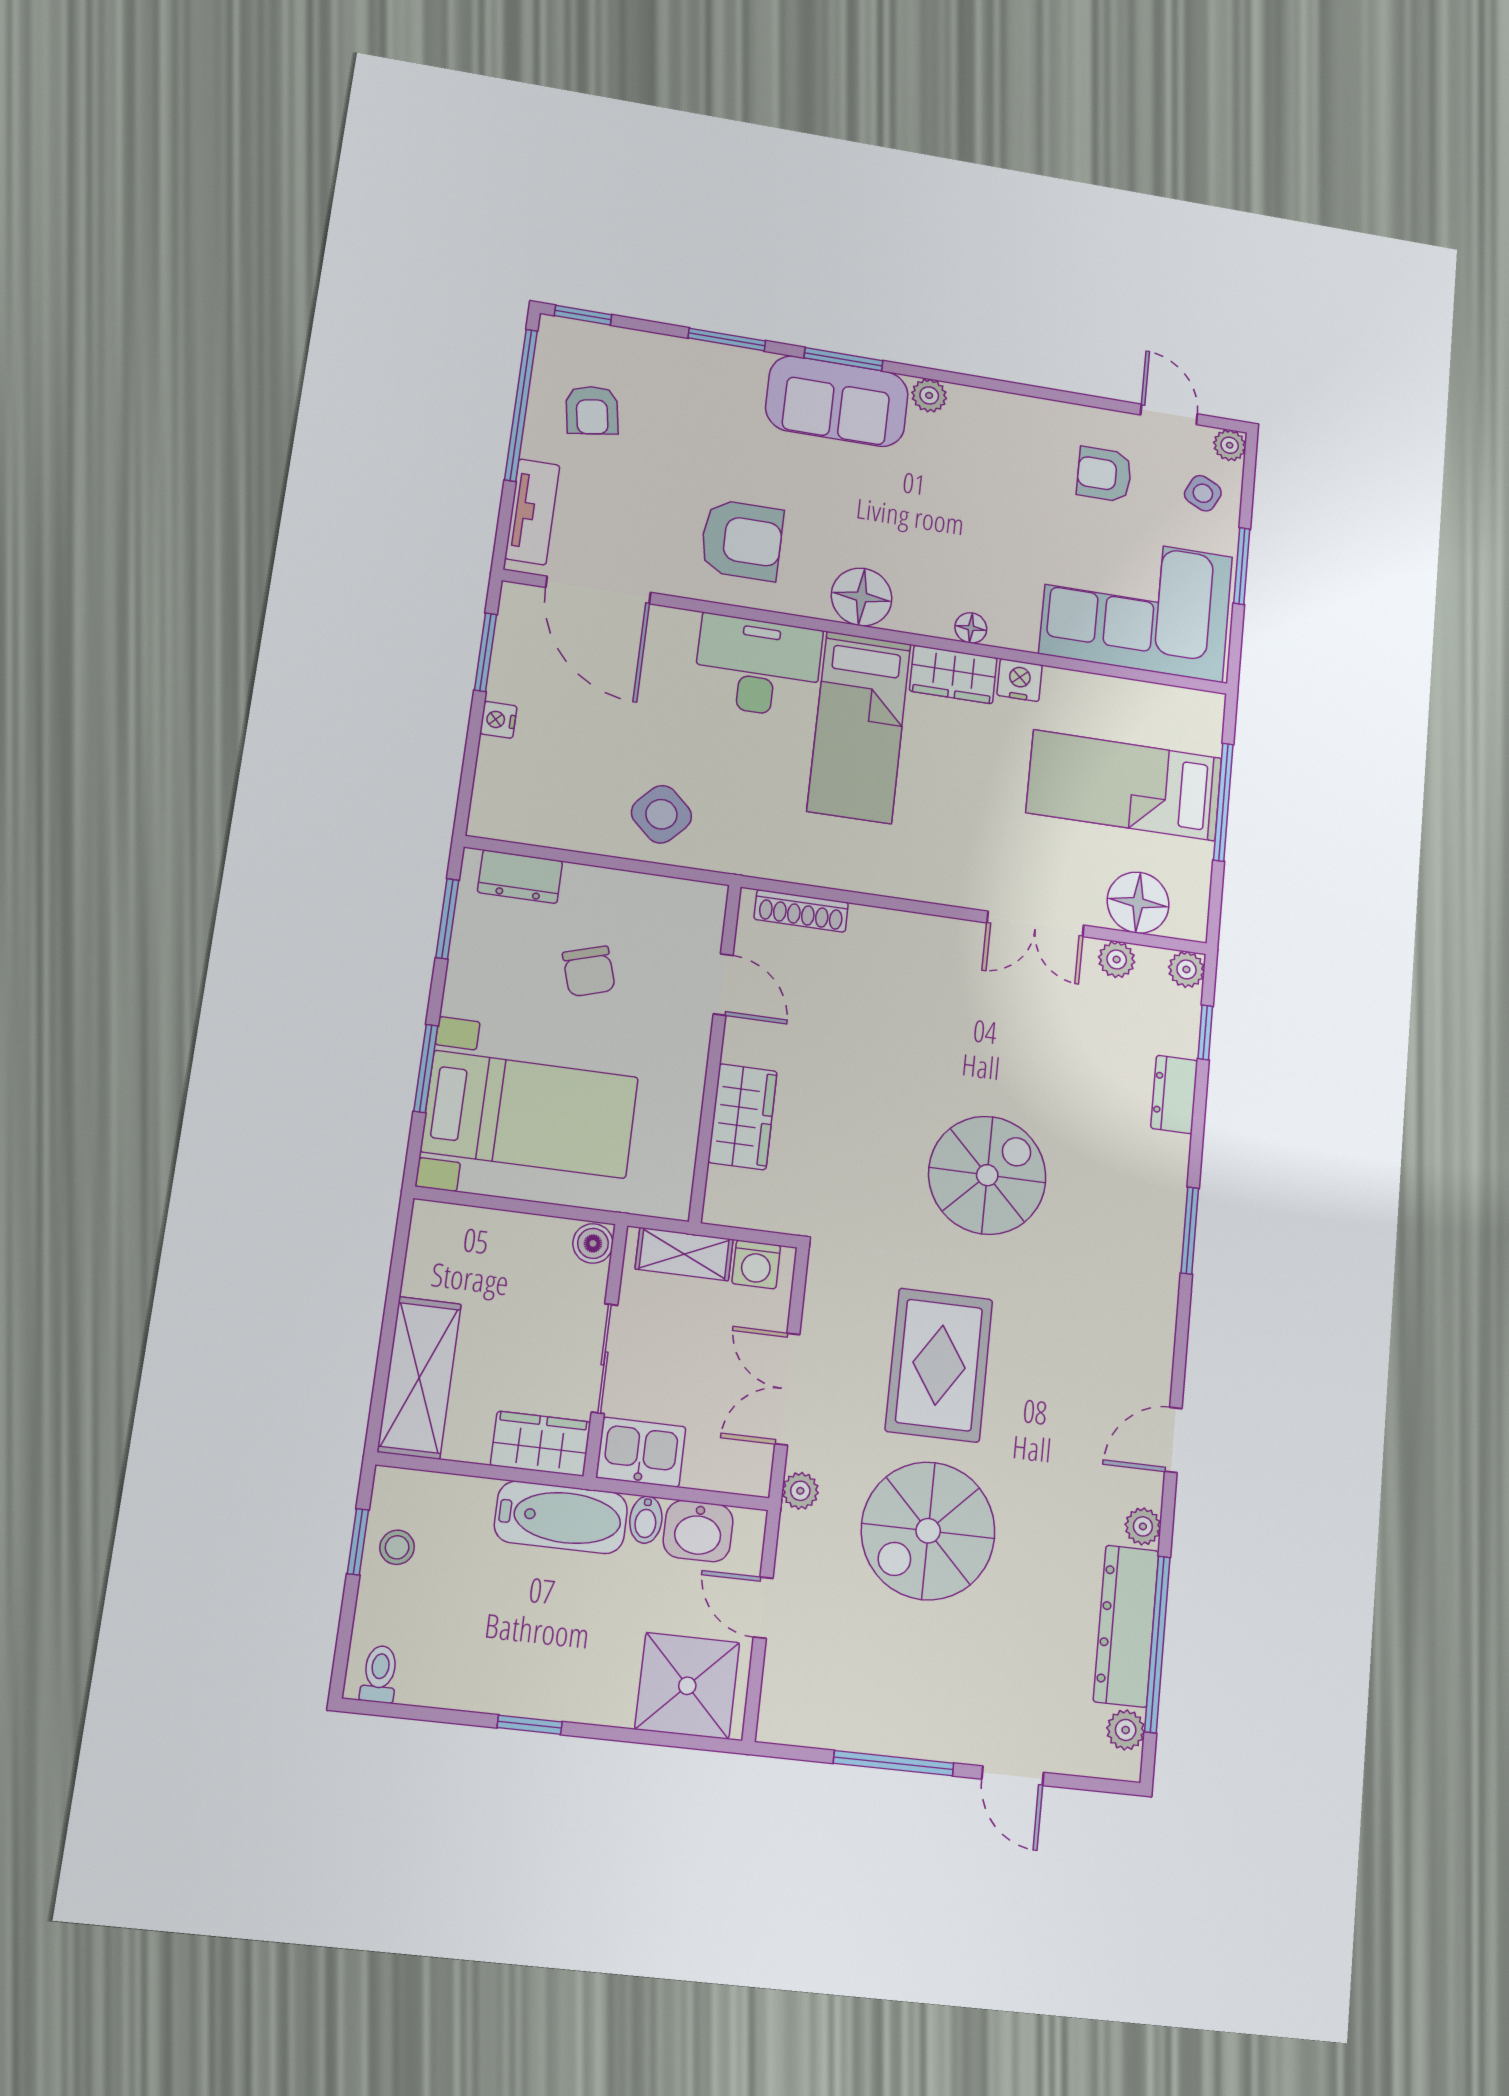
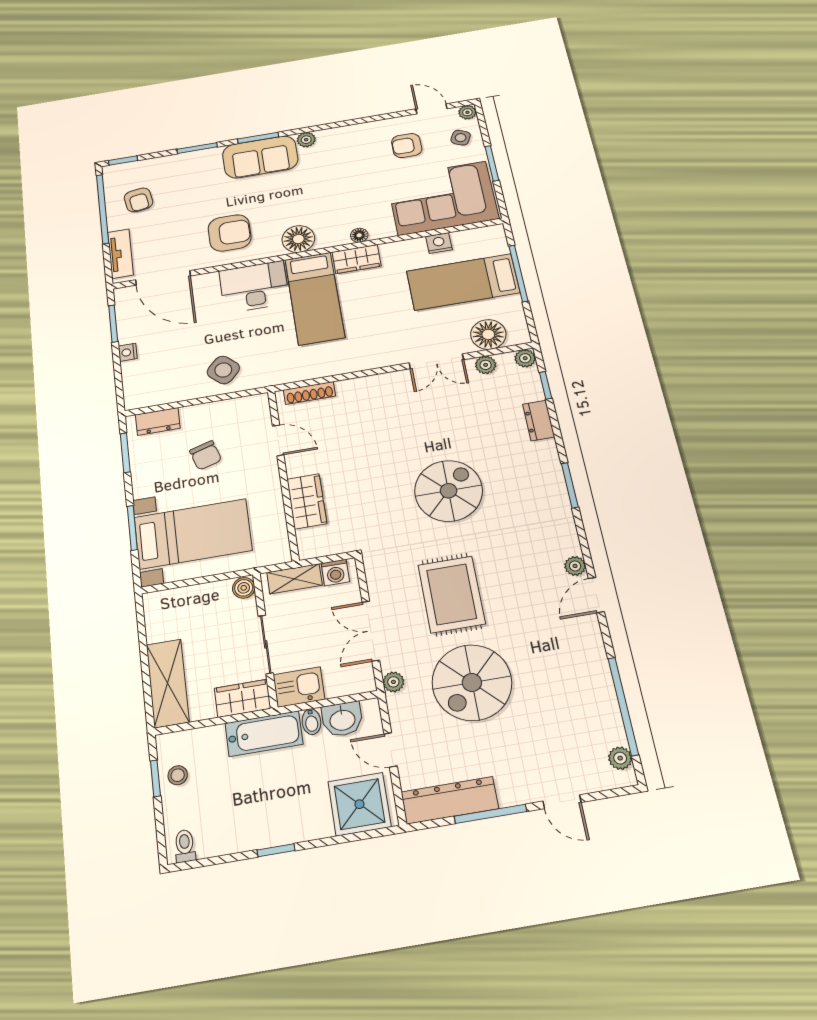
nightstand: (1020, 680) -> (439, 243), moved
plant: (1143, 1526) -> (575, 566), moved
dresser: (1126, 1626) -> (450, 800), moved, turned 90

